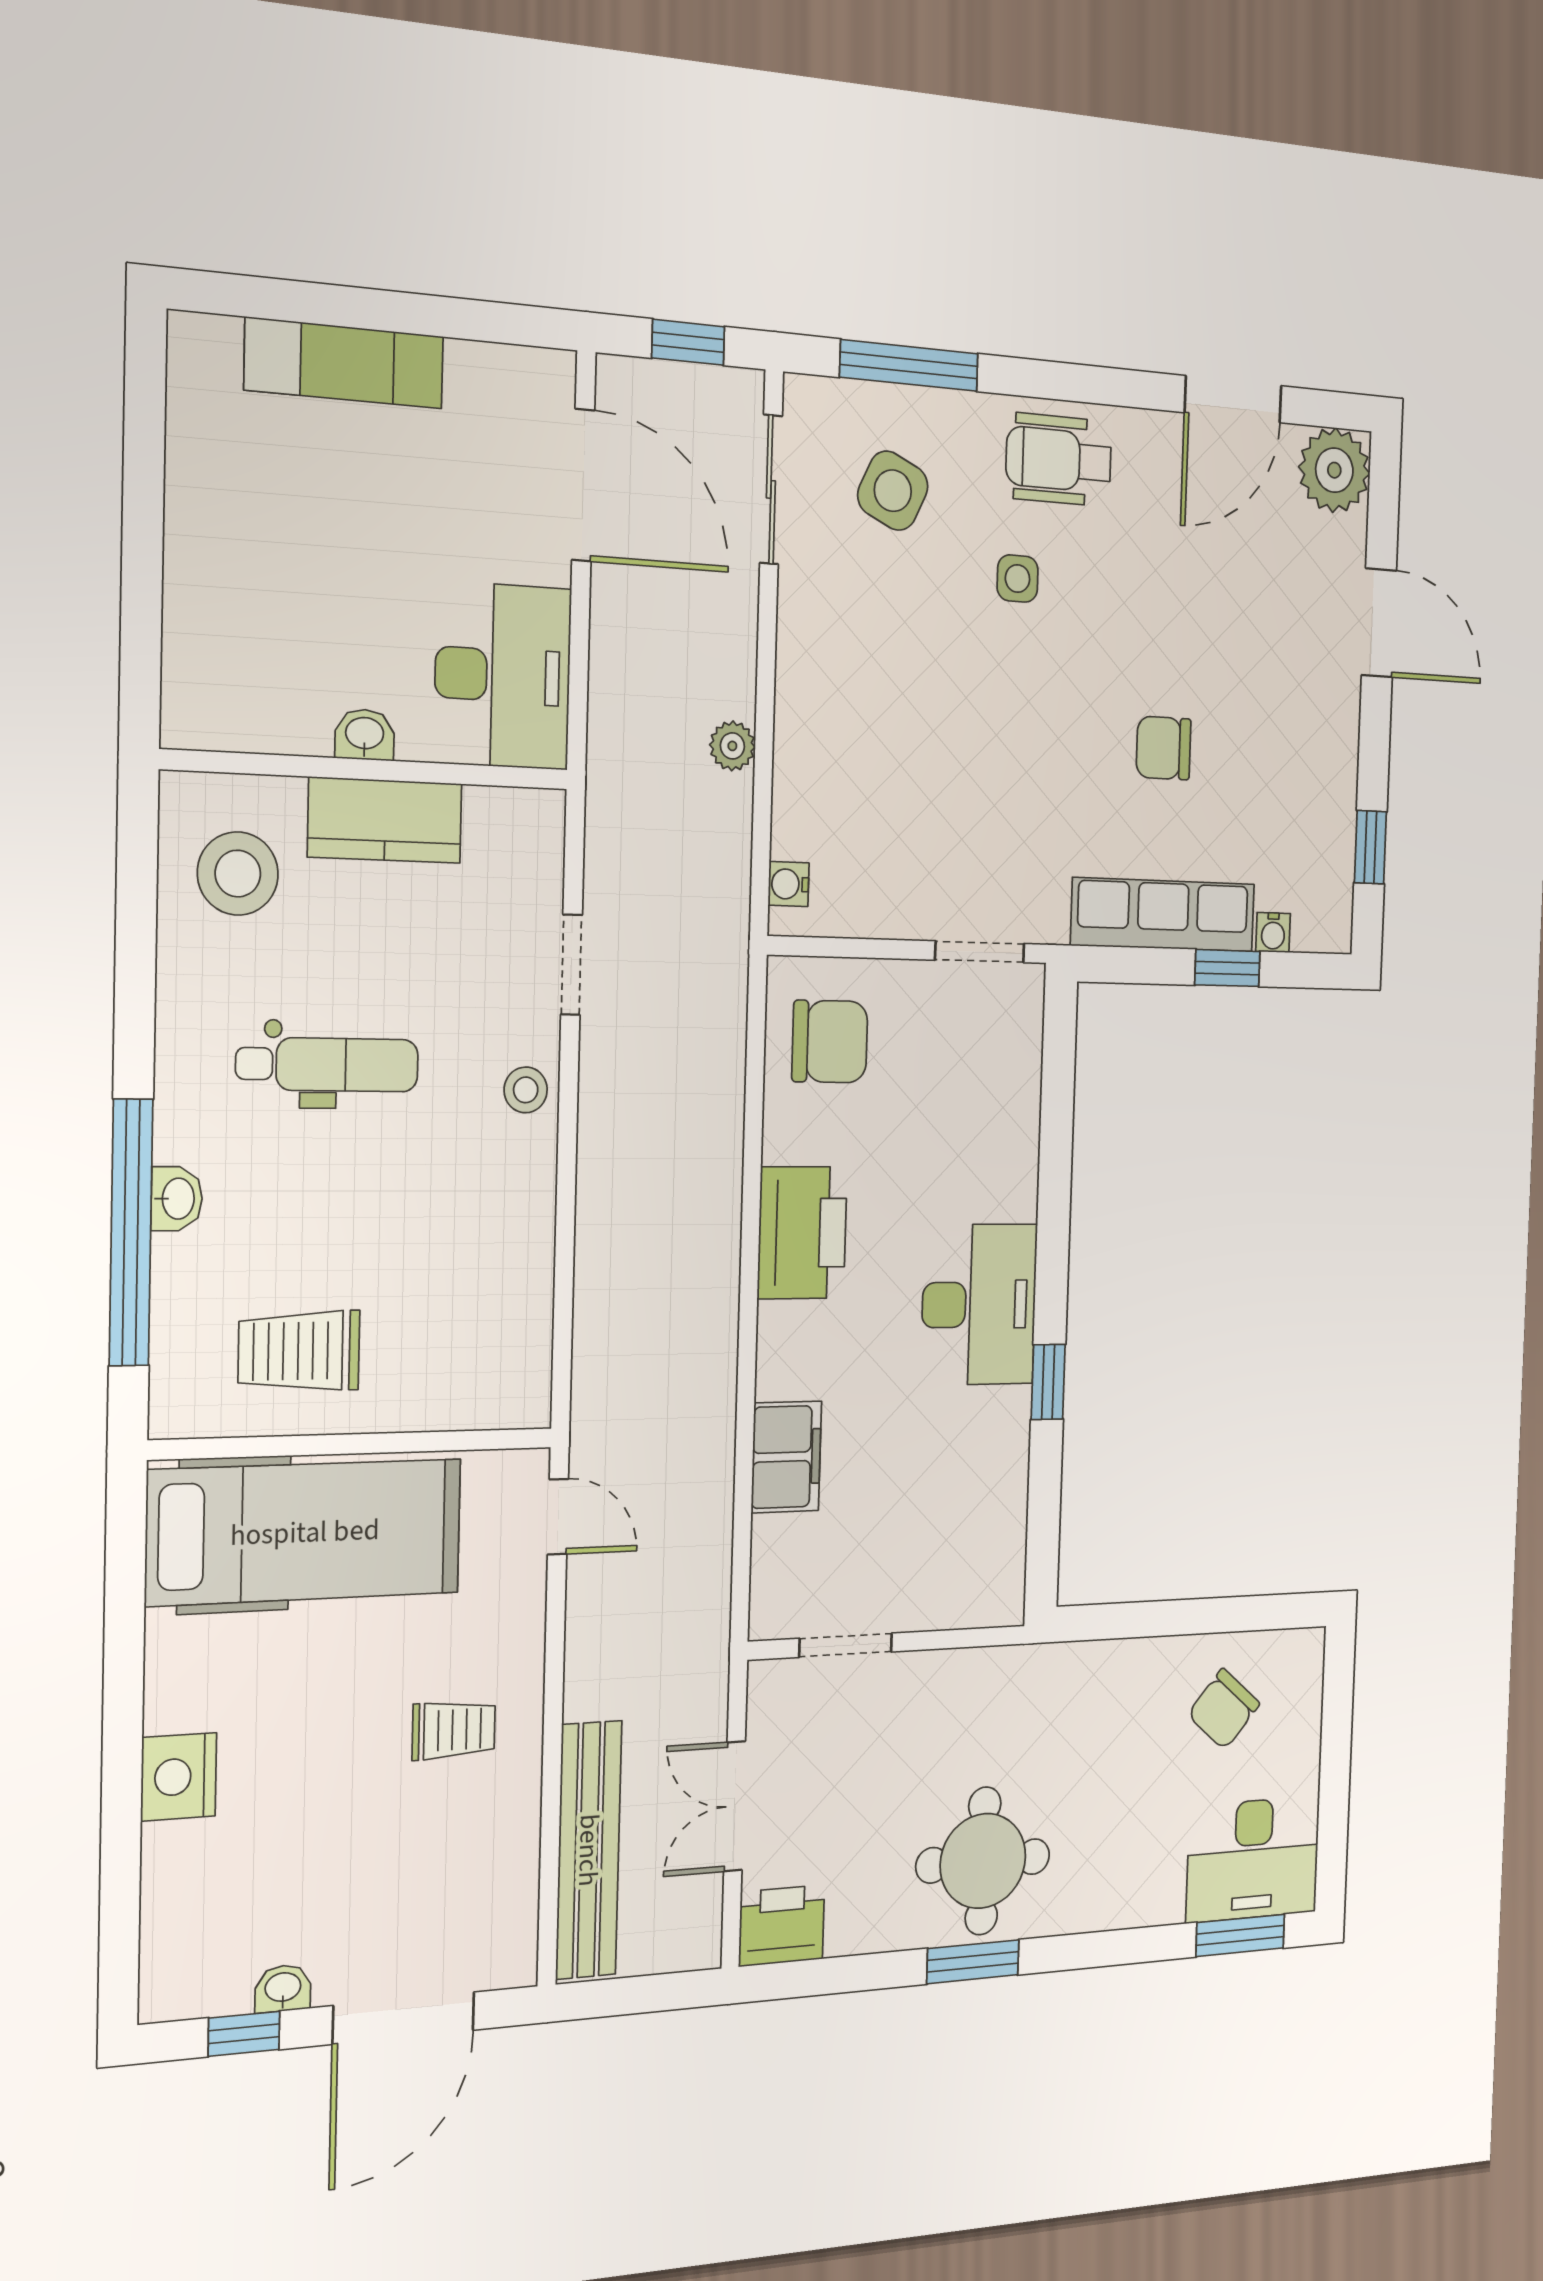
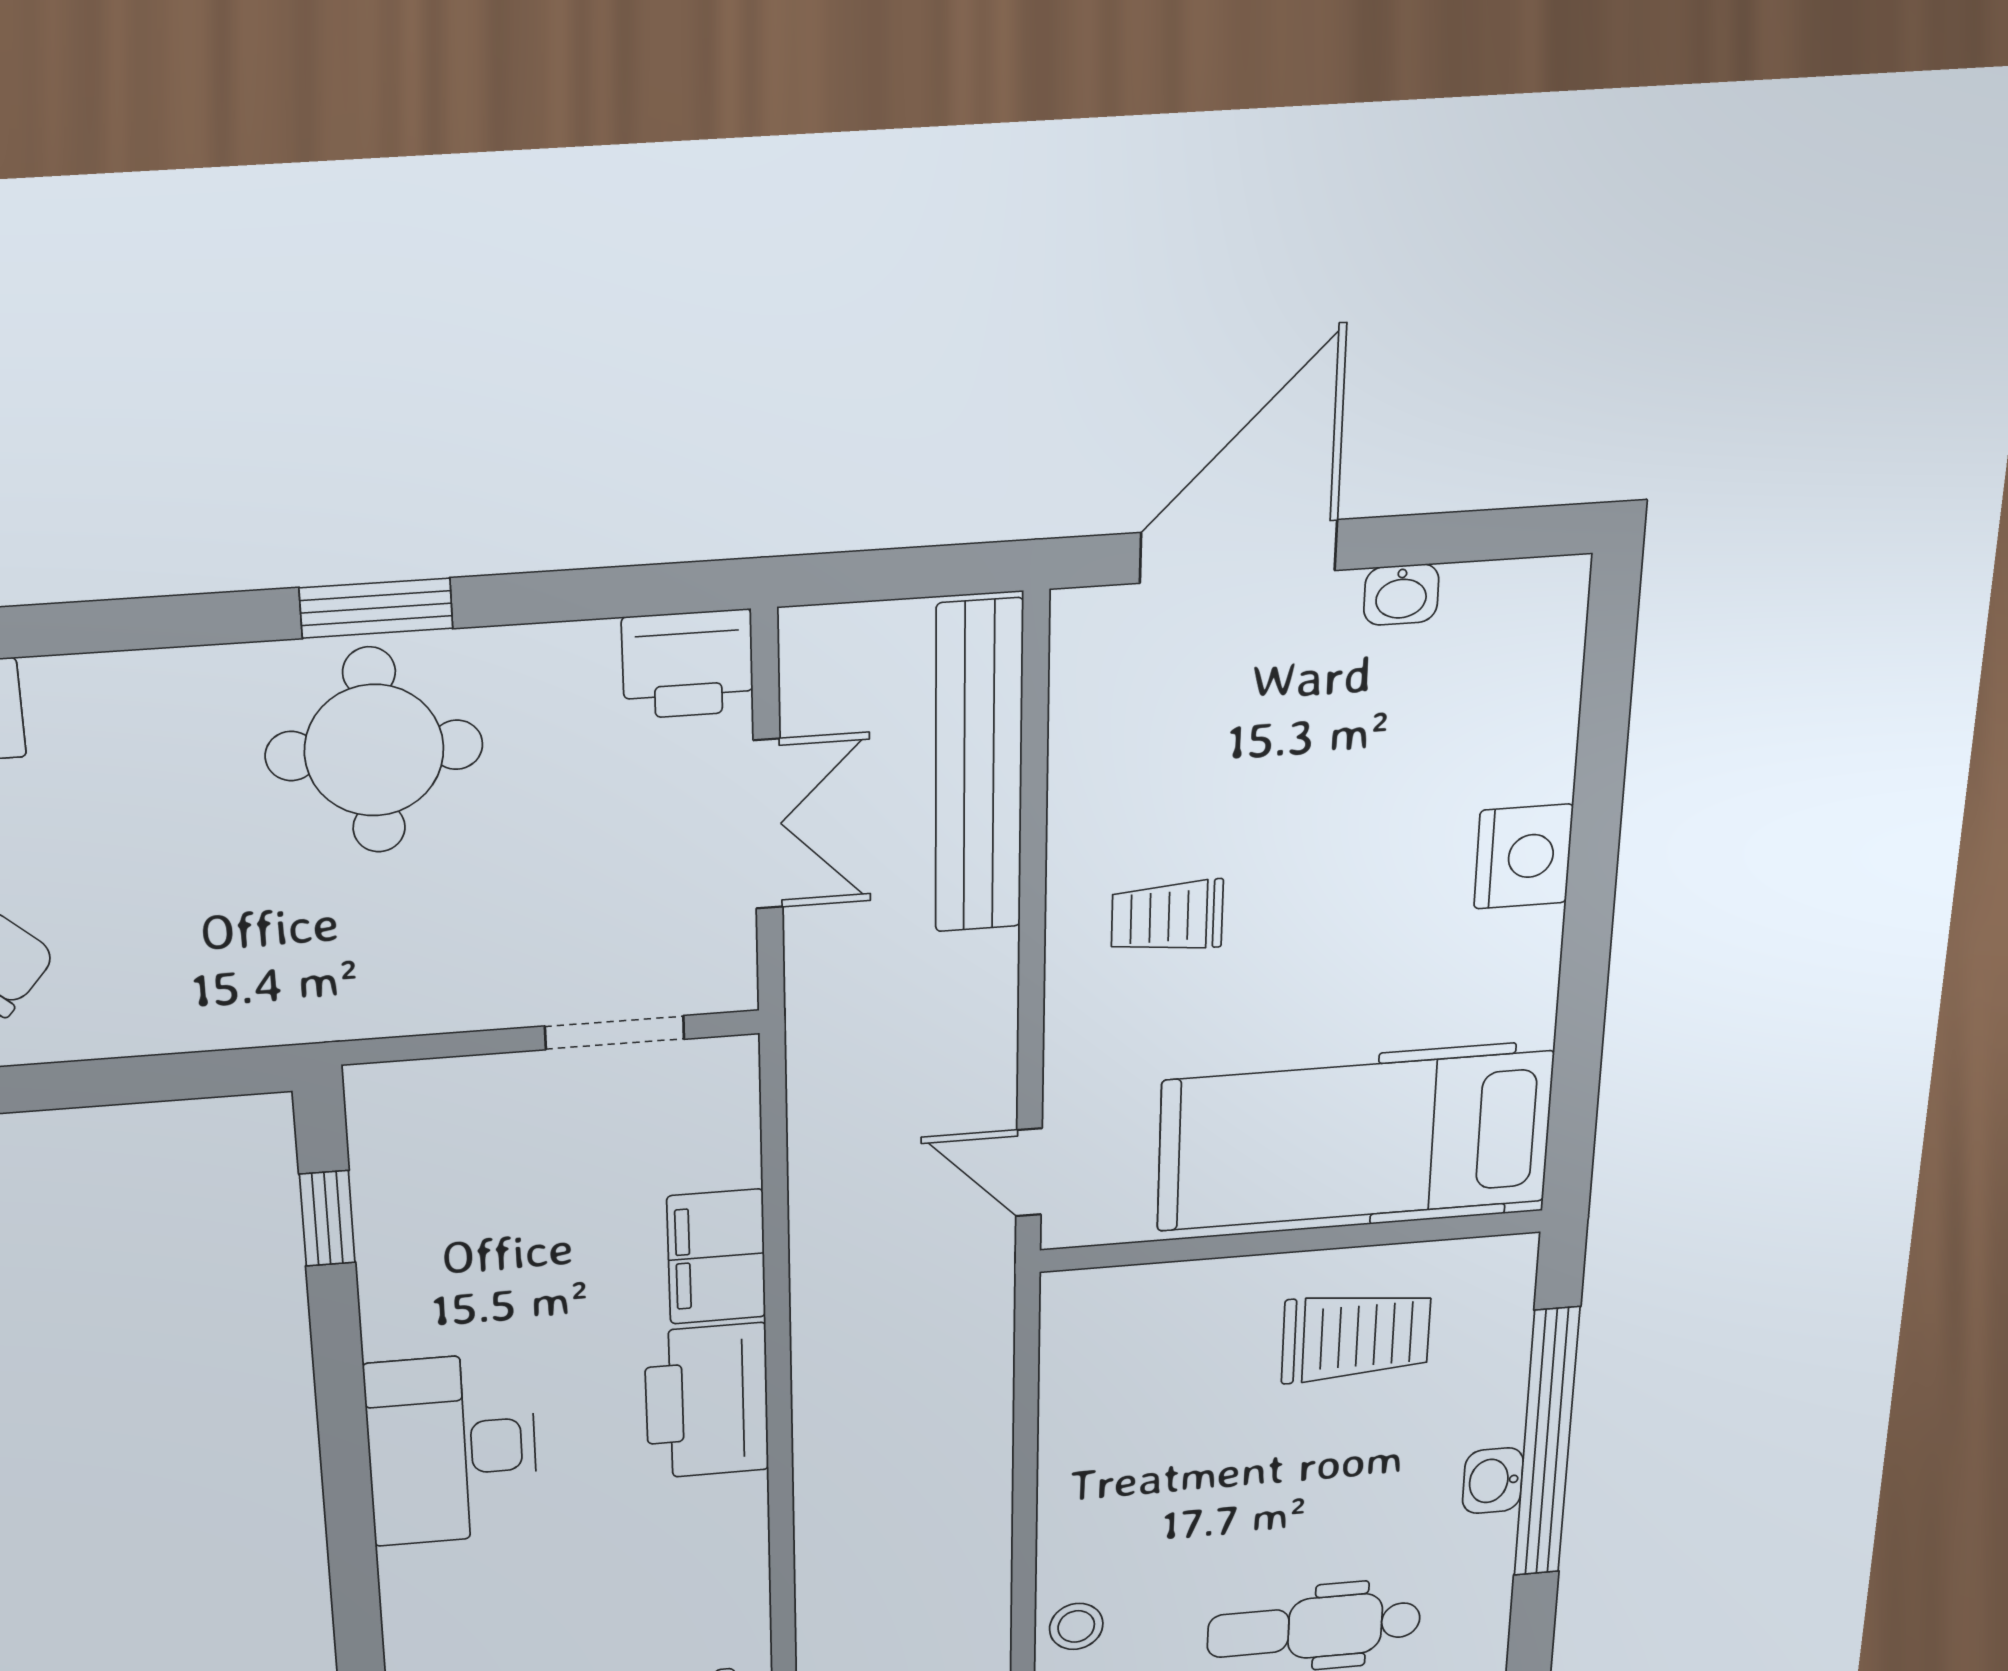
printer: (802, 1233) -> (707, 1401), moved
window: (1048, 1382) -> (327, 1218), moved
window: (244, 2034) -> (1455, 537), removed

